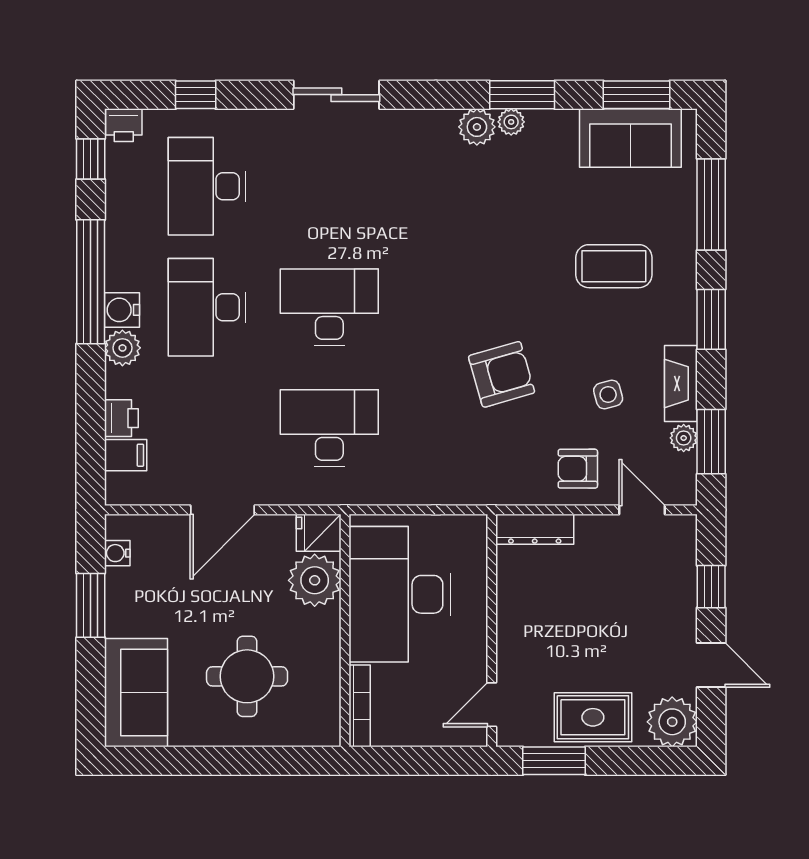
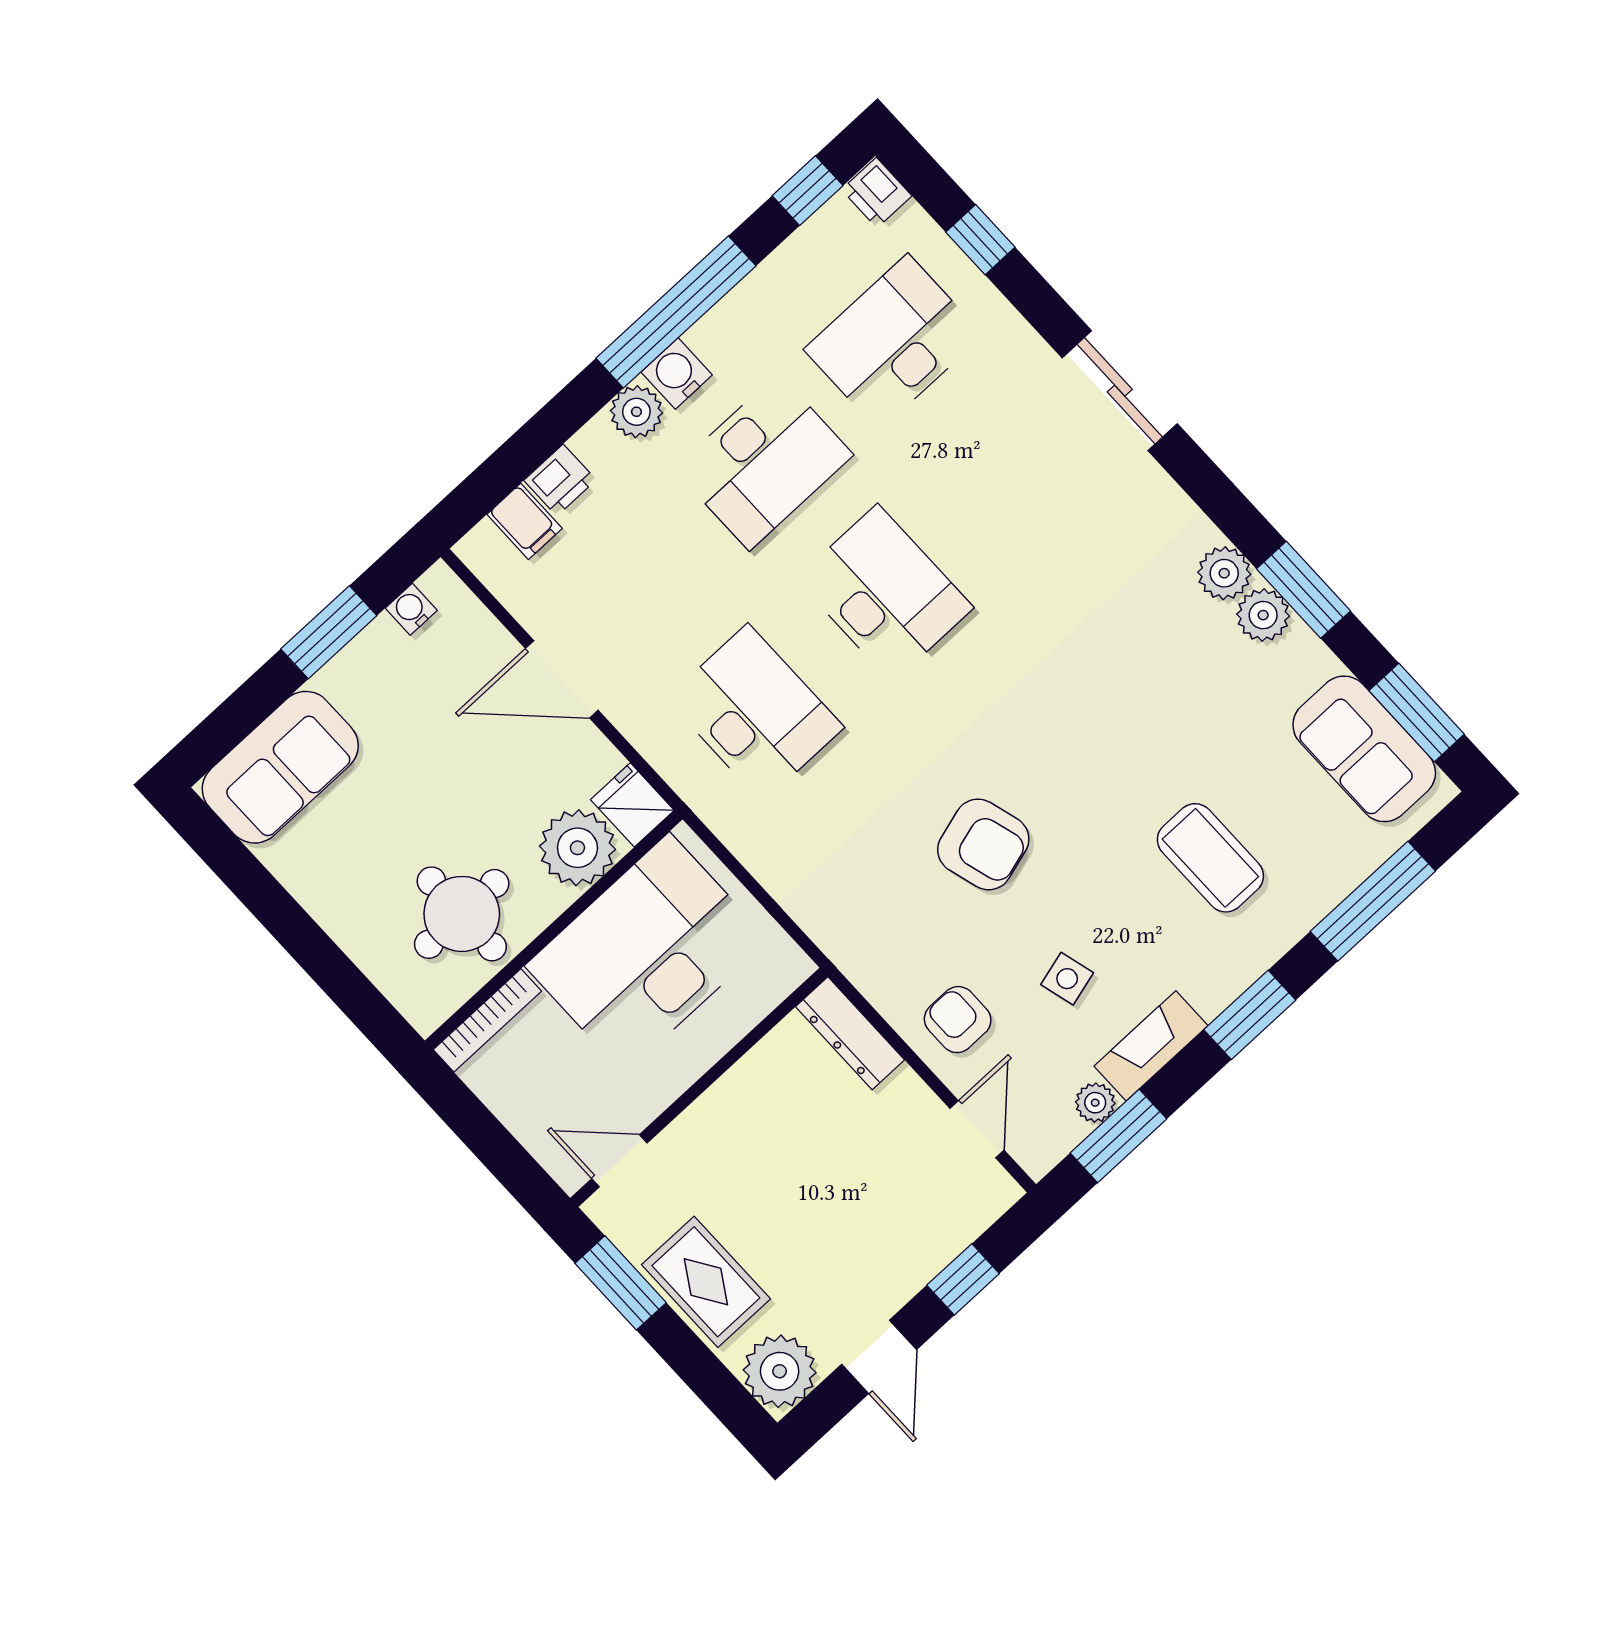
plant: (511, 122) -> (1263, 615), width x1.38, depth x1.38
desk: (207, 307) -> (764, 462), turned 180
round table: (247, 676) -> (462, 914), moved

